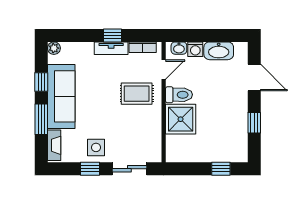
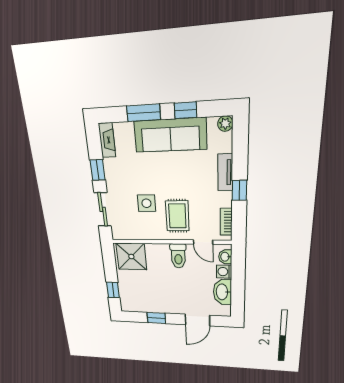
tv unit: (111, 48) -> (225, 172), moved
shower: (181, 119) -> (131, 257), moved
fireplace: (54, 145) -> (107, 140), moved, turned -90
side table: (96, 147) -> (146, 203), moved

